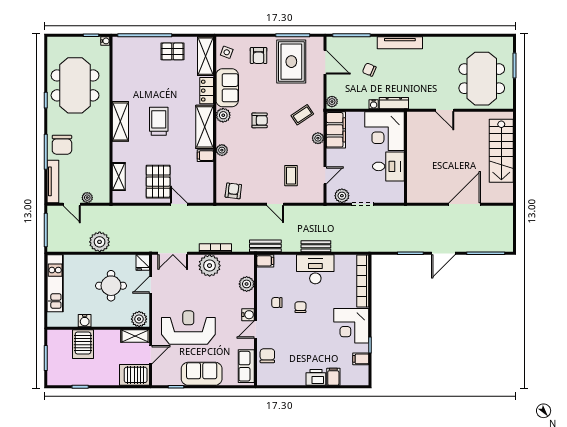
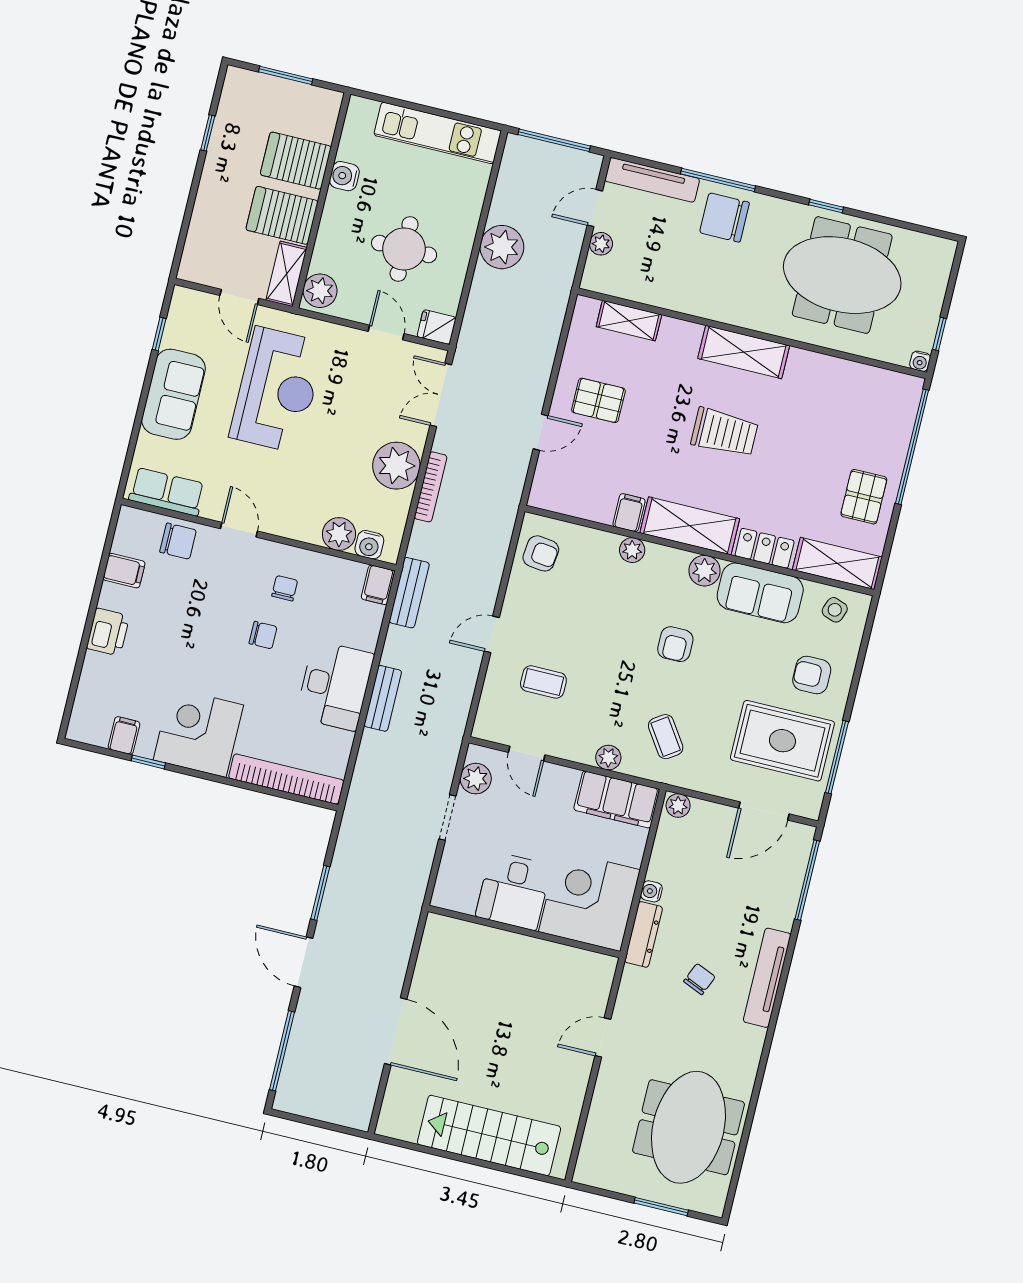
chair: (369, 70) -> (699, 979), moved
meeting table: (482, 79) -> (688, 1127), moved, turned 90
pallet: (158, 182) -> (598, 400), width x0.67, depth x0.71
water cooler: (248, 315) -> (369, 545), moved
server rack: (134, 375) -> (282, 215), moved, turned -90
filing cabinet: (333, 377) -> (124, 571), moved

